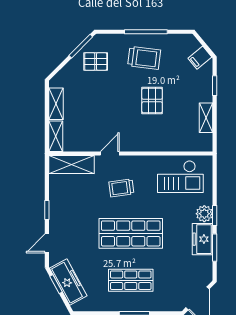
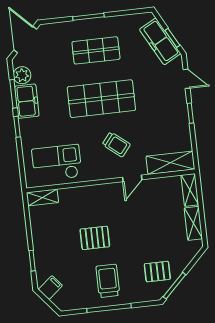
trolley: (144, 58) -> (108, 281), turned 83
pallet: (152, 101) -> (95, 238), turned 90
shelving: (206, 118) -> (42, 197), moved, turned 90
trolley: (121, 188) -> (116, 144), turned 47
plant: (204, 214) -> (22, 75), moved
door: (47, 243) -> (187, 79), hinge flipped

